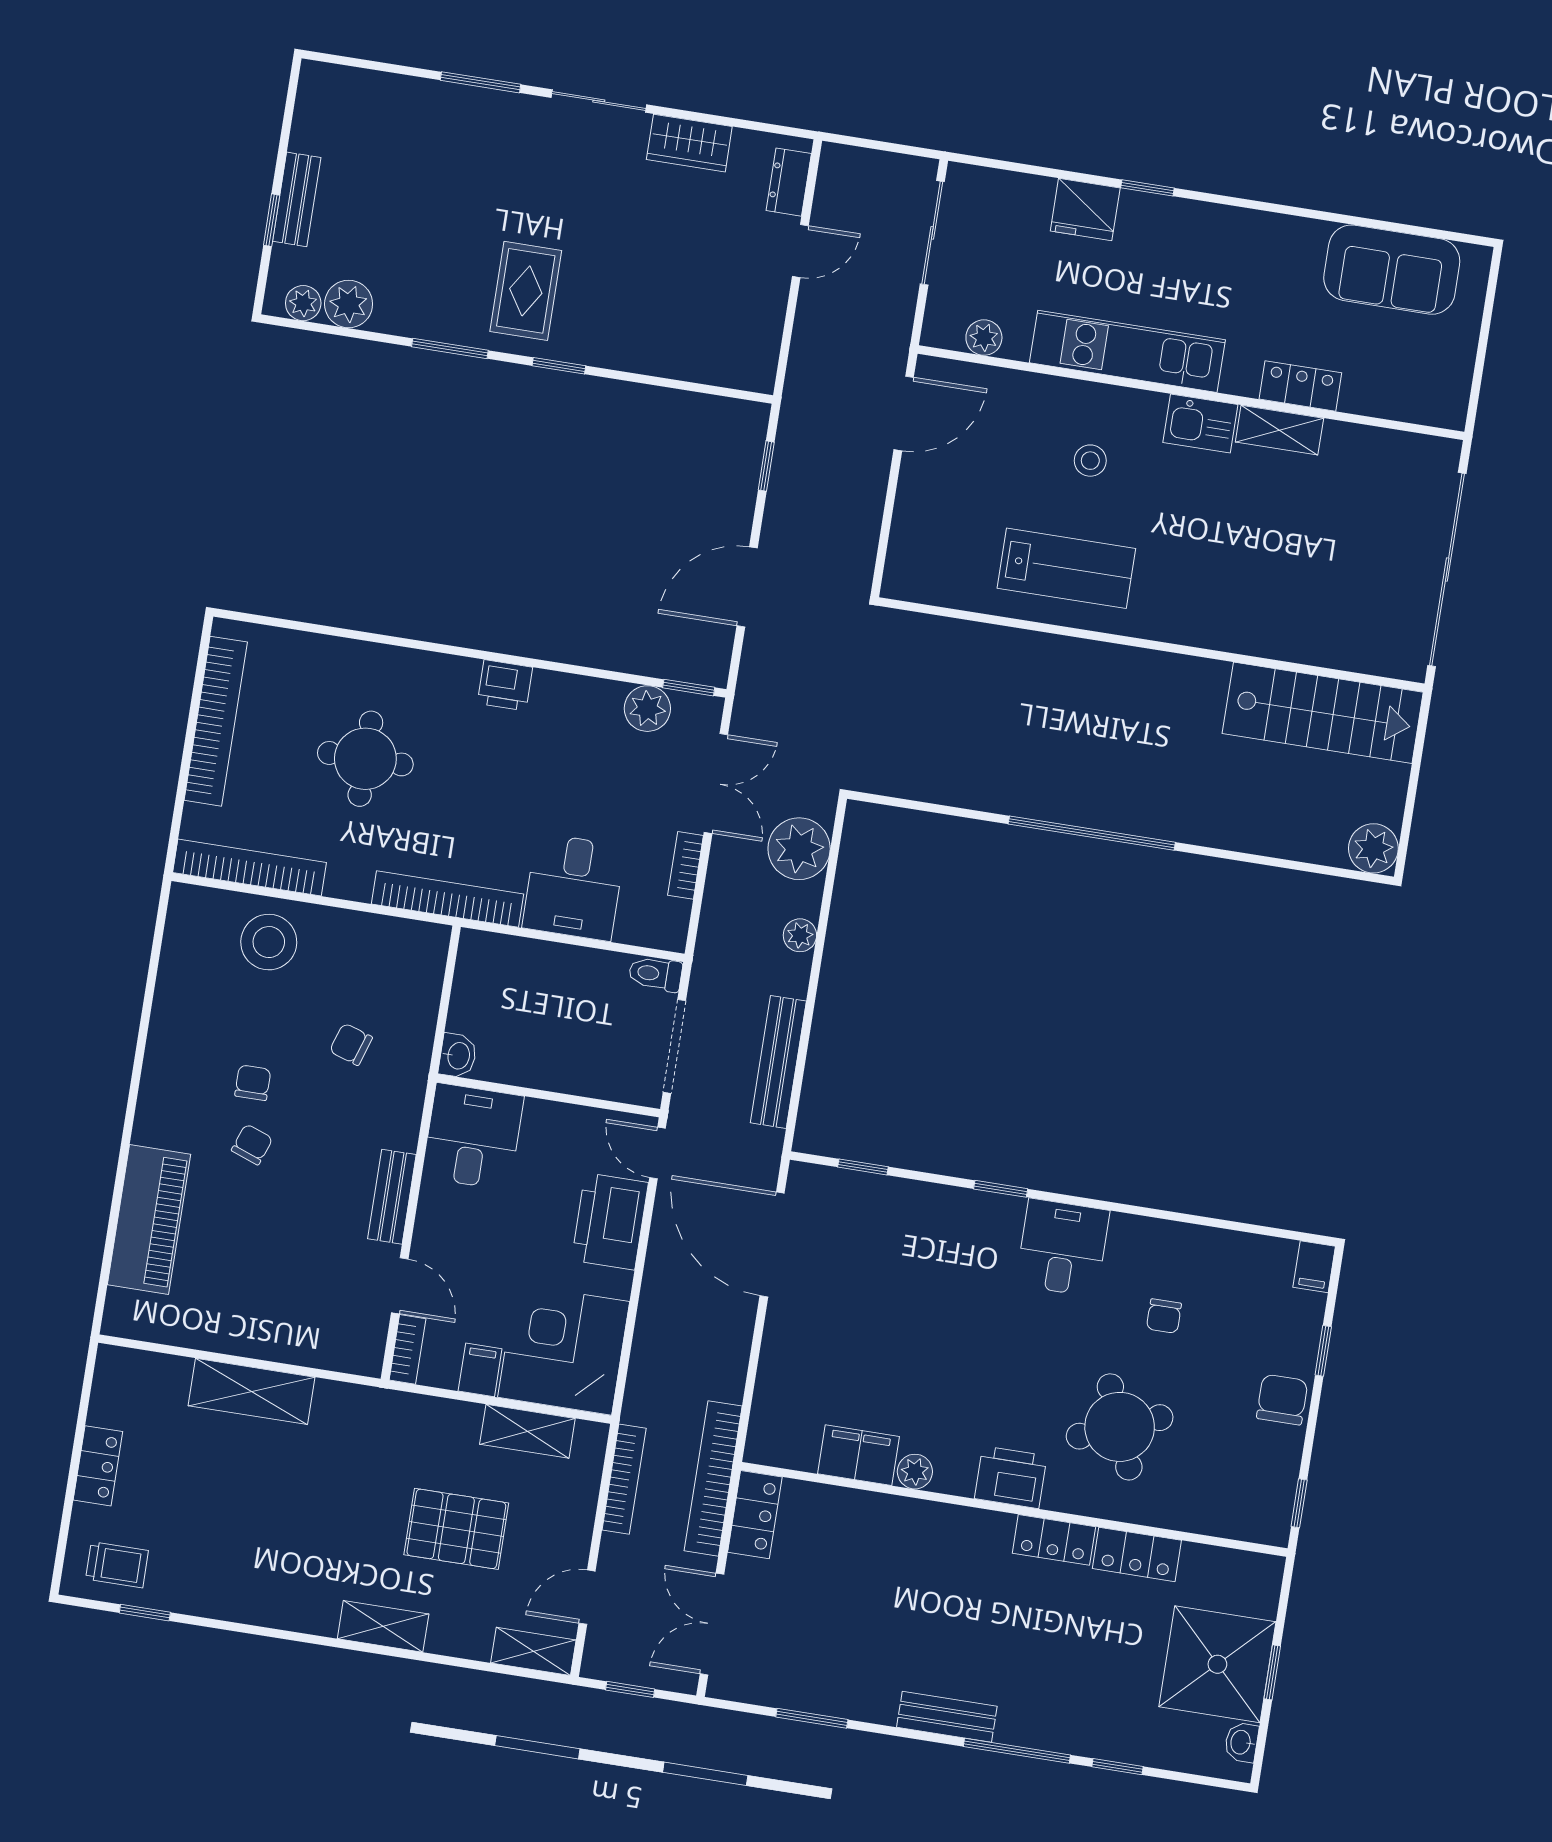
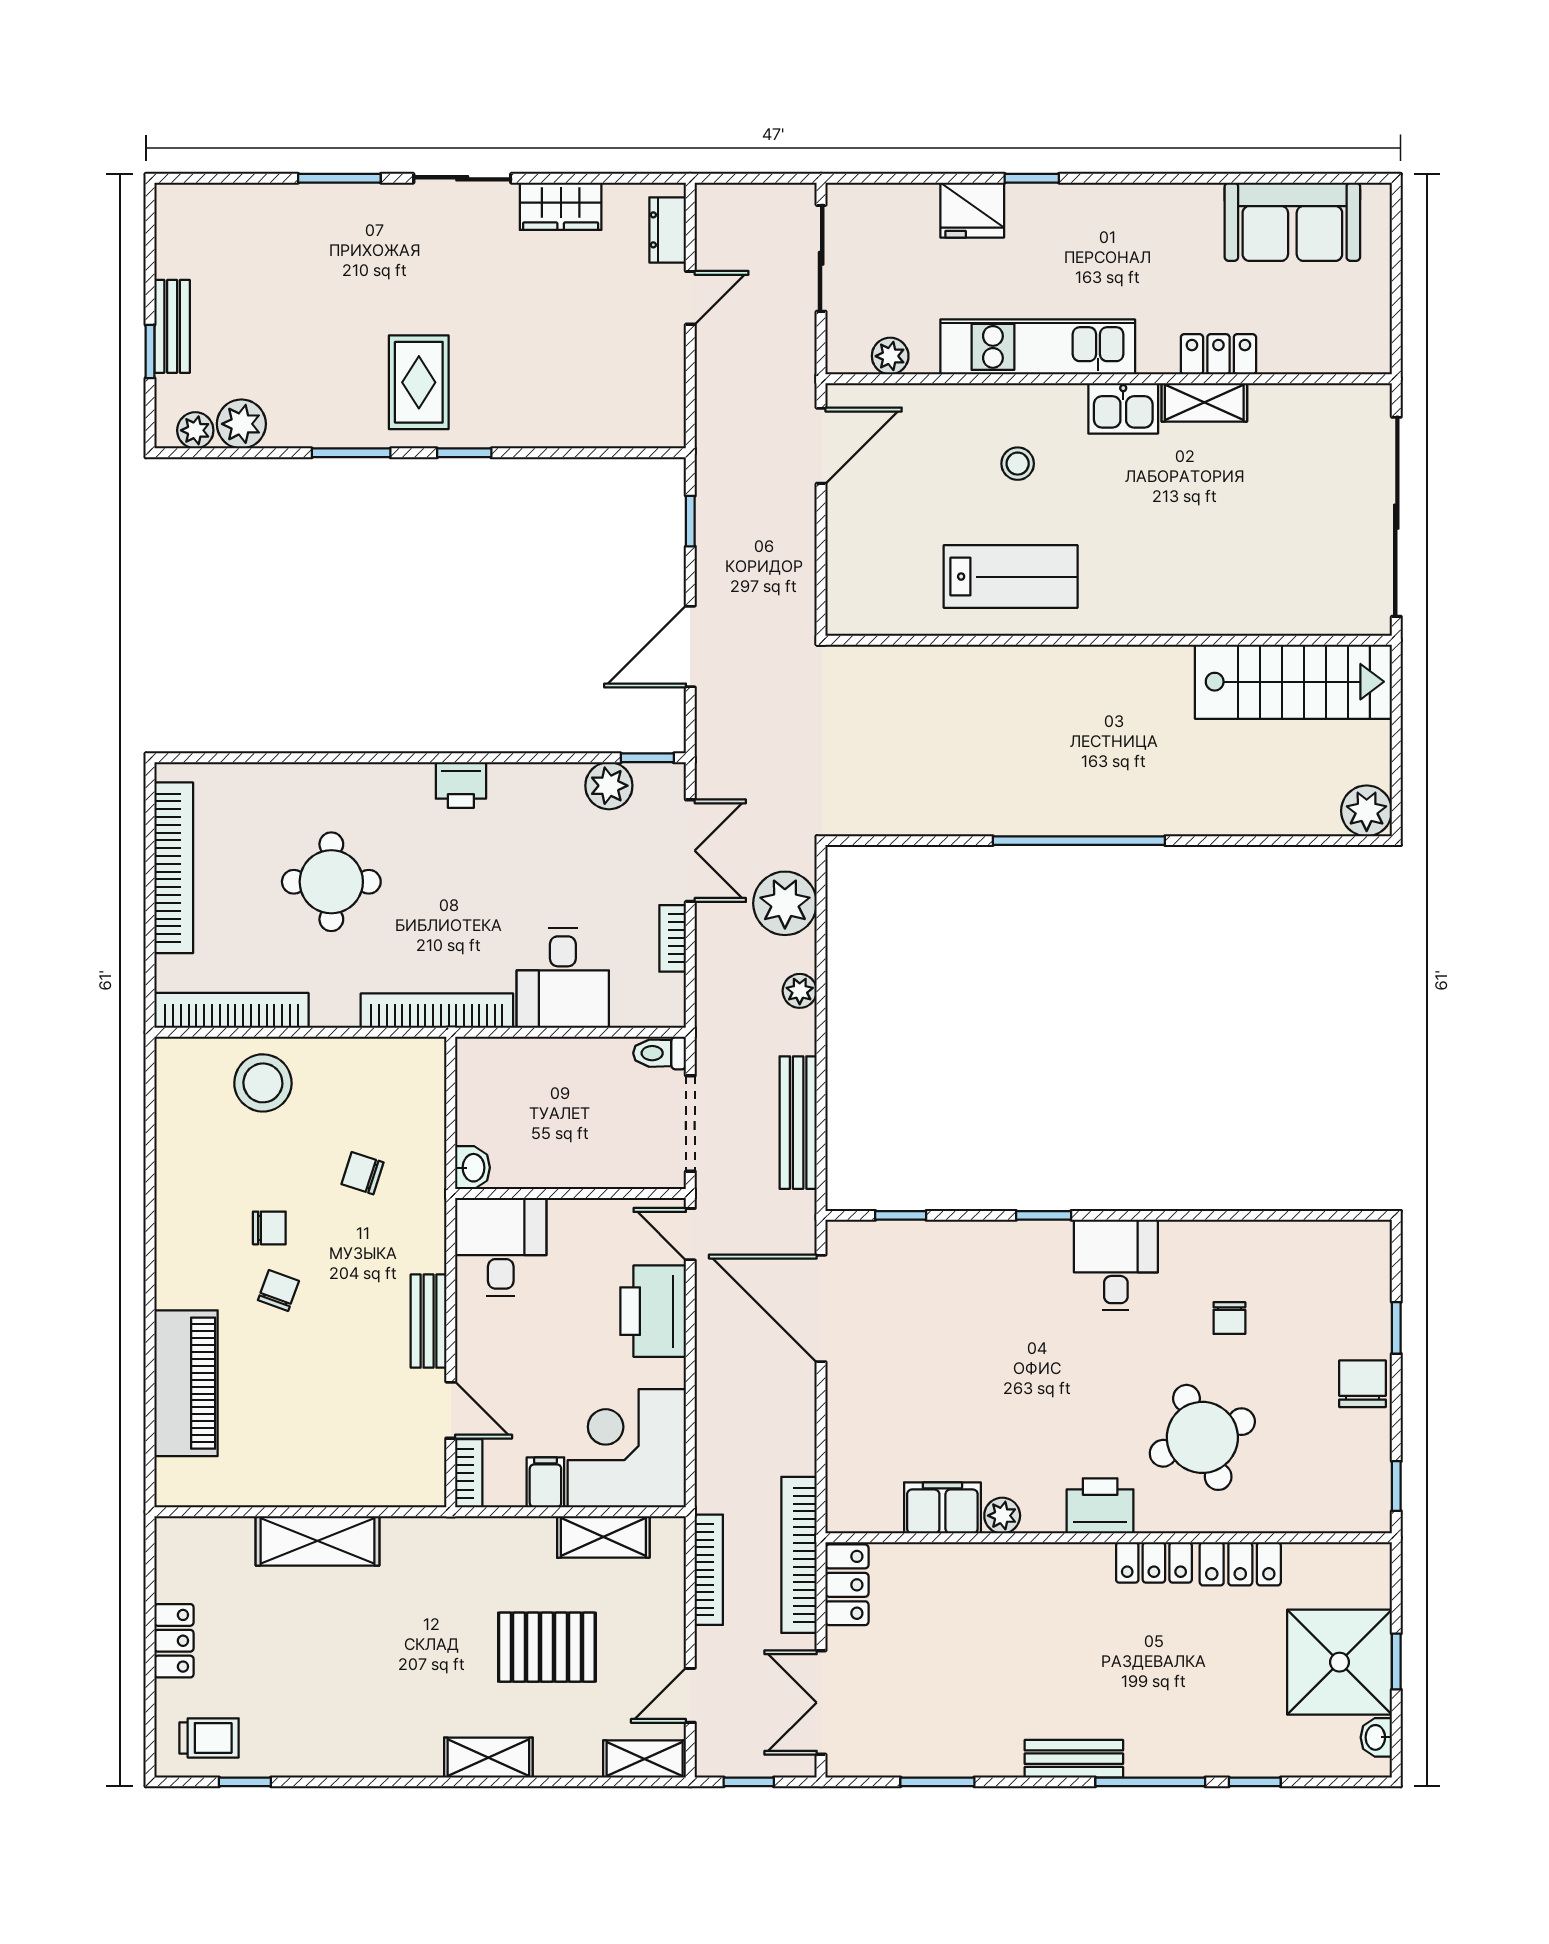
chair: (253, 1083) -> (269, 1228), turned 90
filing cabinet: (1314, 1267) -> (1374, 1244), removed

